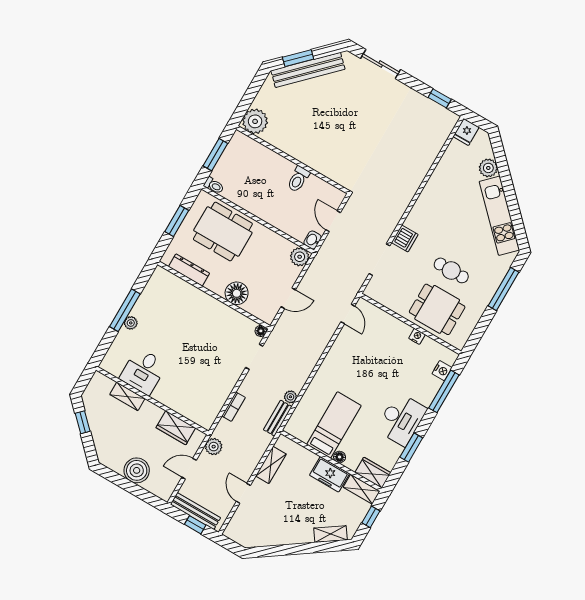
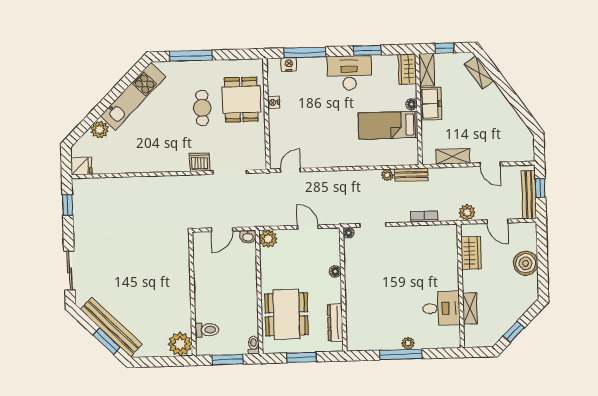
toilet: (298, 179) -> (207, 330), moved
floor lamp: (237, 293) -> (335, 272), width x0.53, depth x0.53
door: (243, 493) -> (490, 164), hinge flipped

